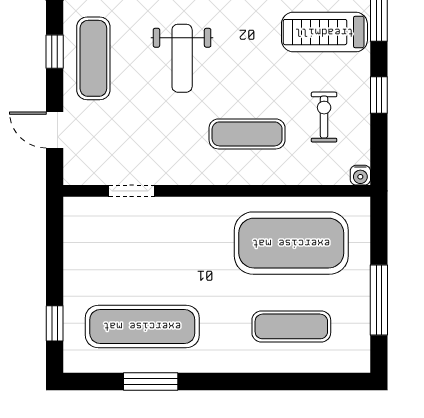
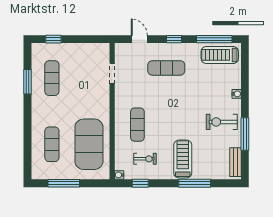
exercise mat: (93, 58) -> (166, 68), moved
weight bench: (182, 58) -> (171, 96), removed
window: (379, 95) -> (140, 183), moved
door: (55, 130) -> (139, 39), hinge flipped
exercise mat: (142, 326) -> (52, 78), width x0.73, depth x0.69

